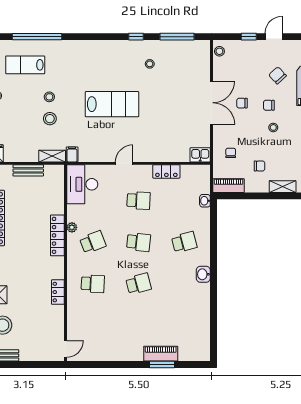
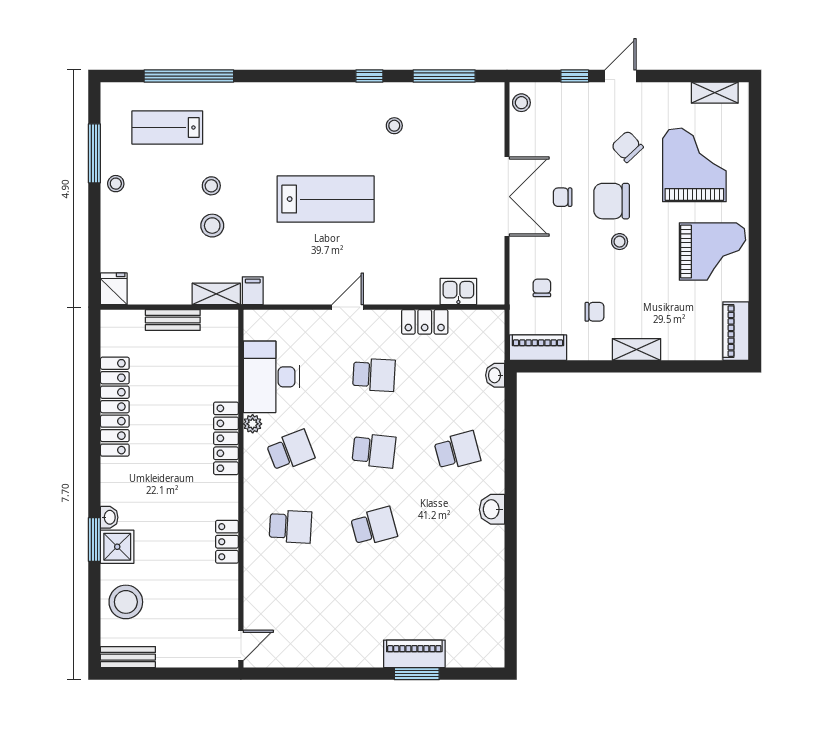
chair: (269, 105) -> (612, 201), width x1.87, depth x1.87
kitchen sink: (200, 155) -> (458, 291), moved
desk: (82, 184) -> (271, 377), moved

